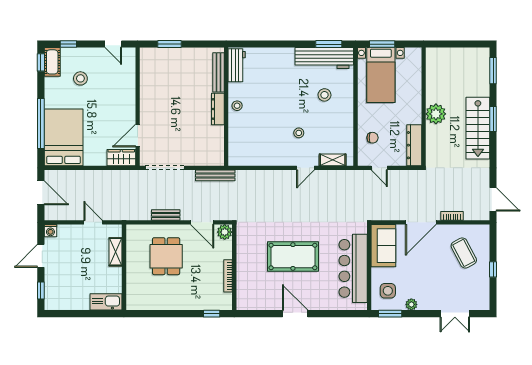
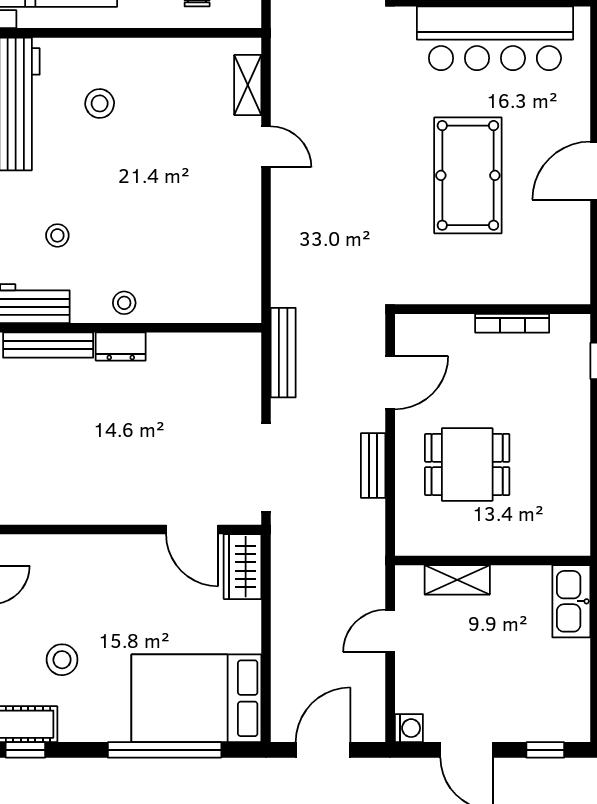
dresser: (218, 109) -> (121, 346), width x0.70
stool: (299, 133) -> (57, 235), moved
plant: (225, 232) -> (412, 331), removed

